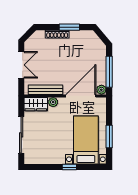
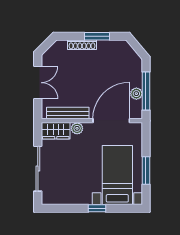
plant: (101, 90) -> (136, 94), moved

